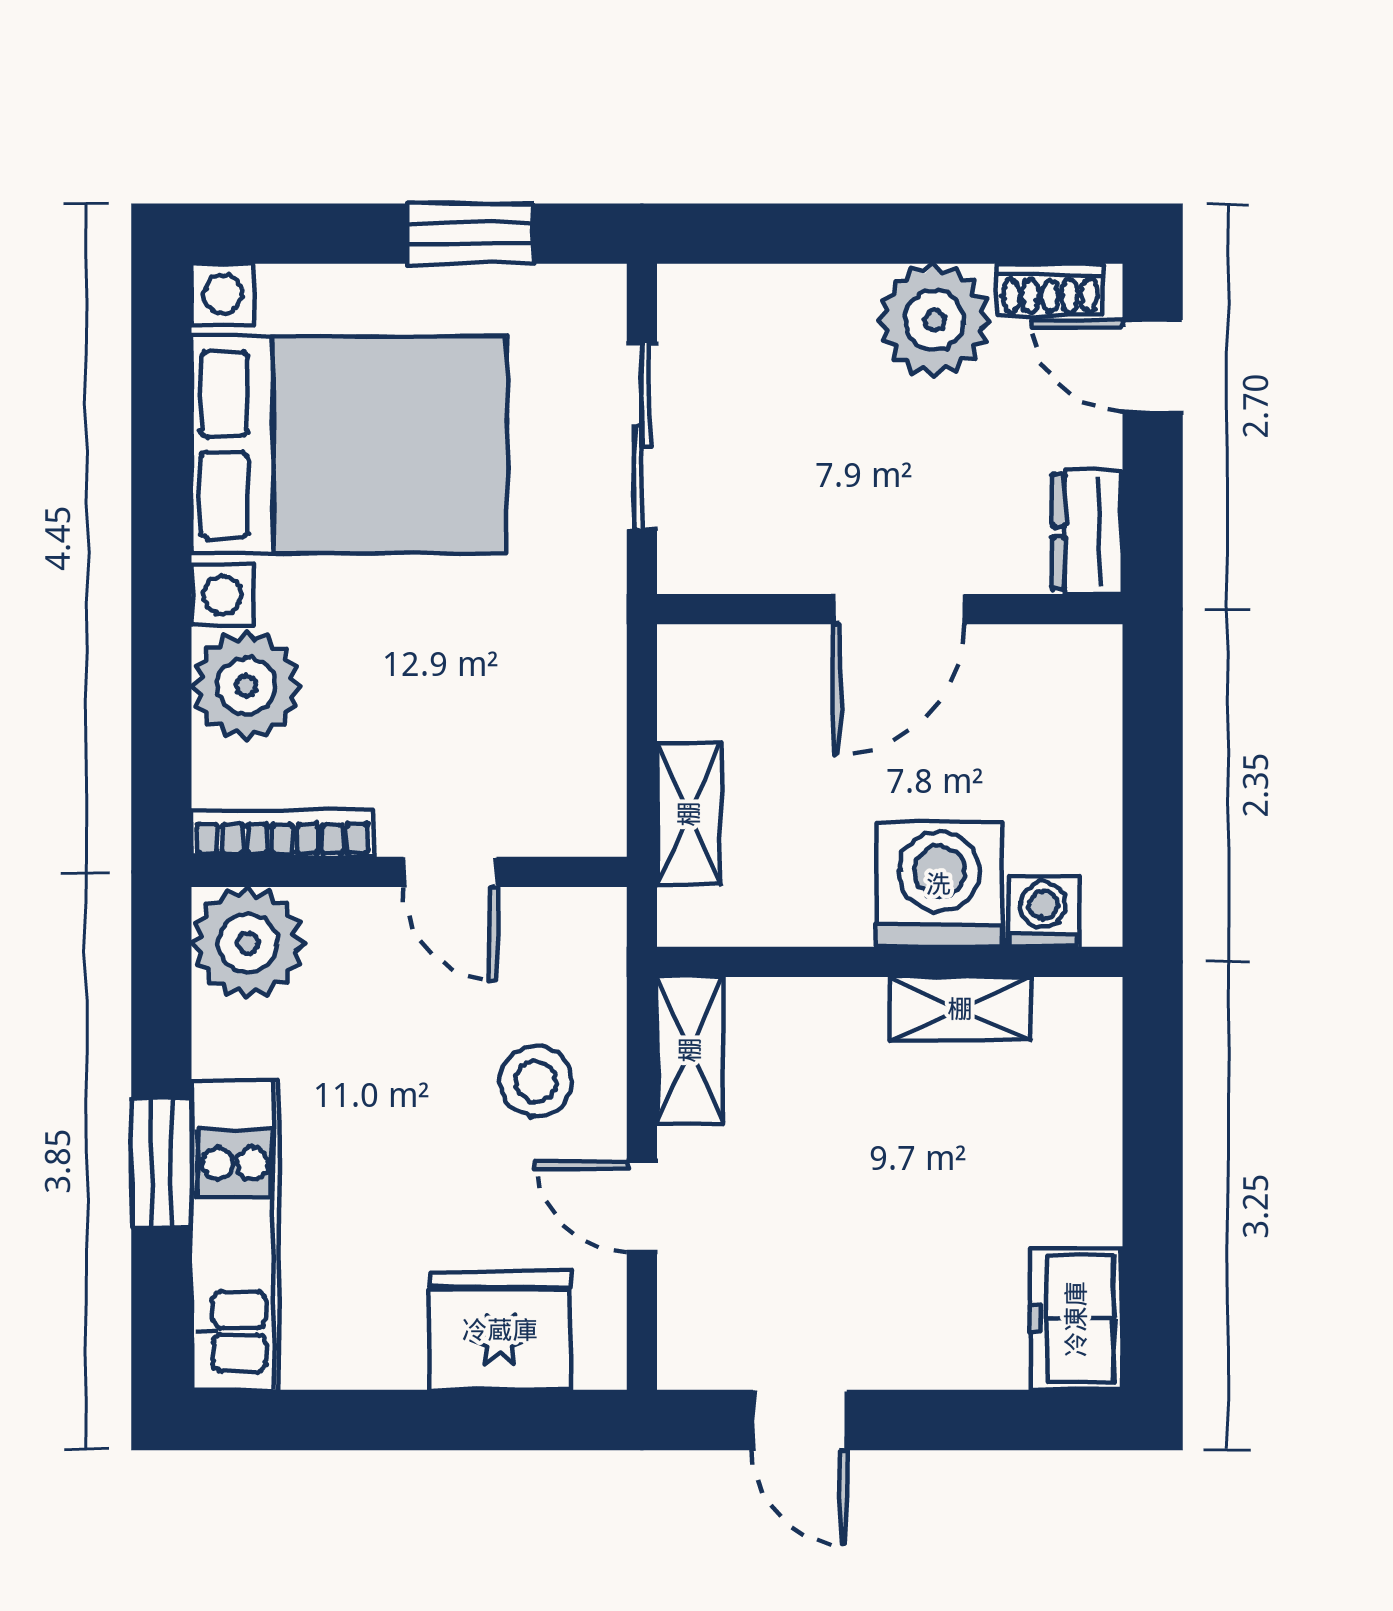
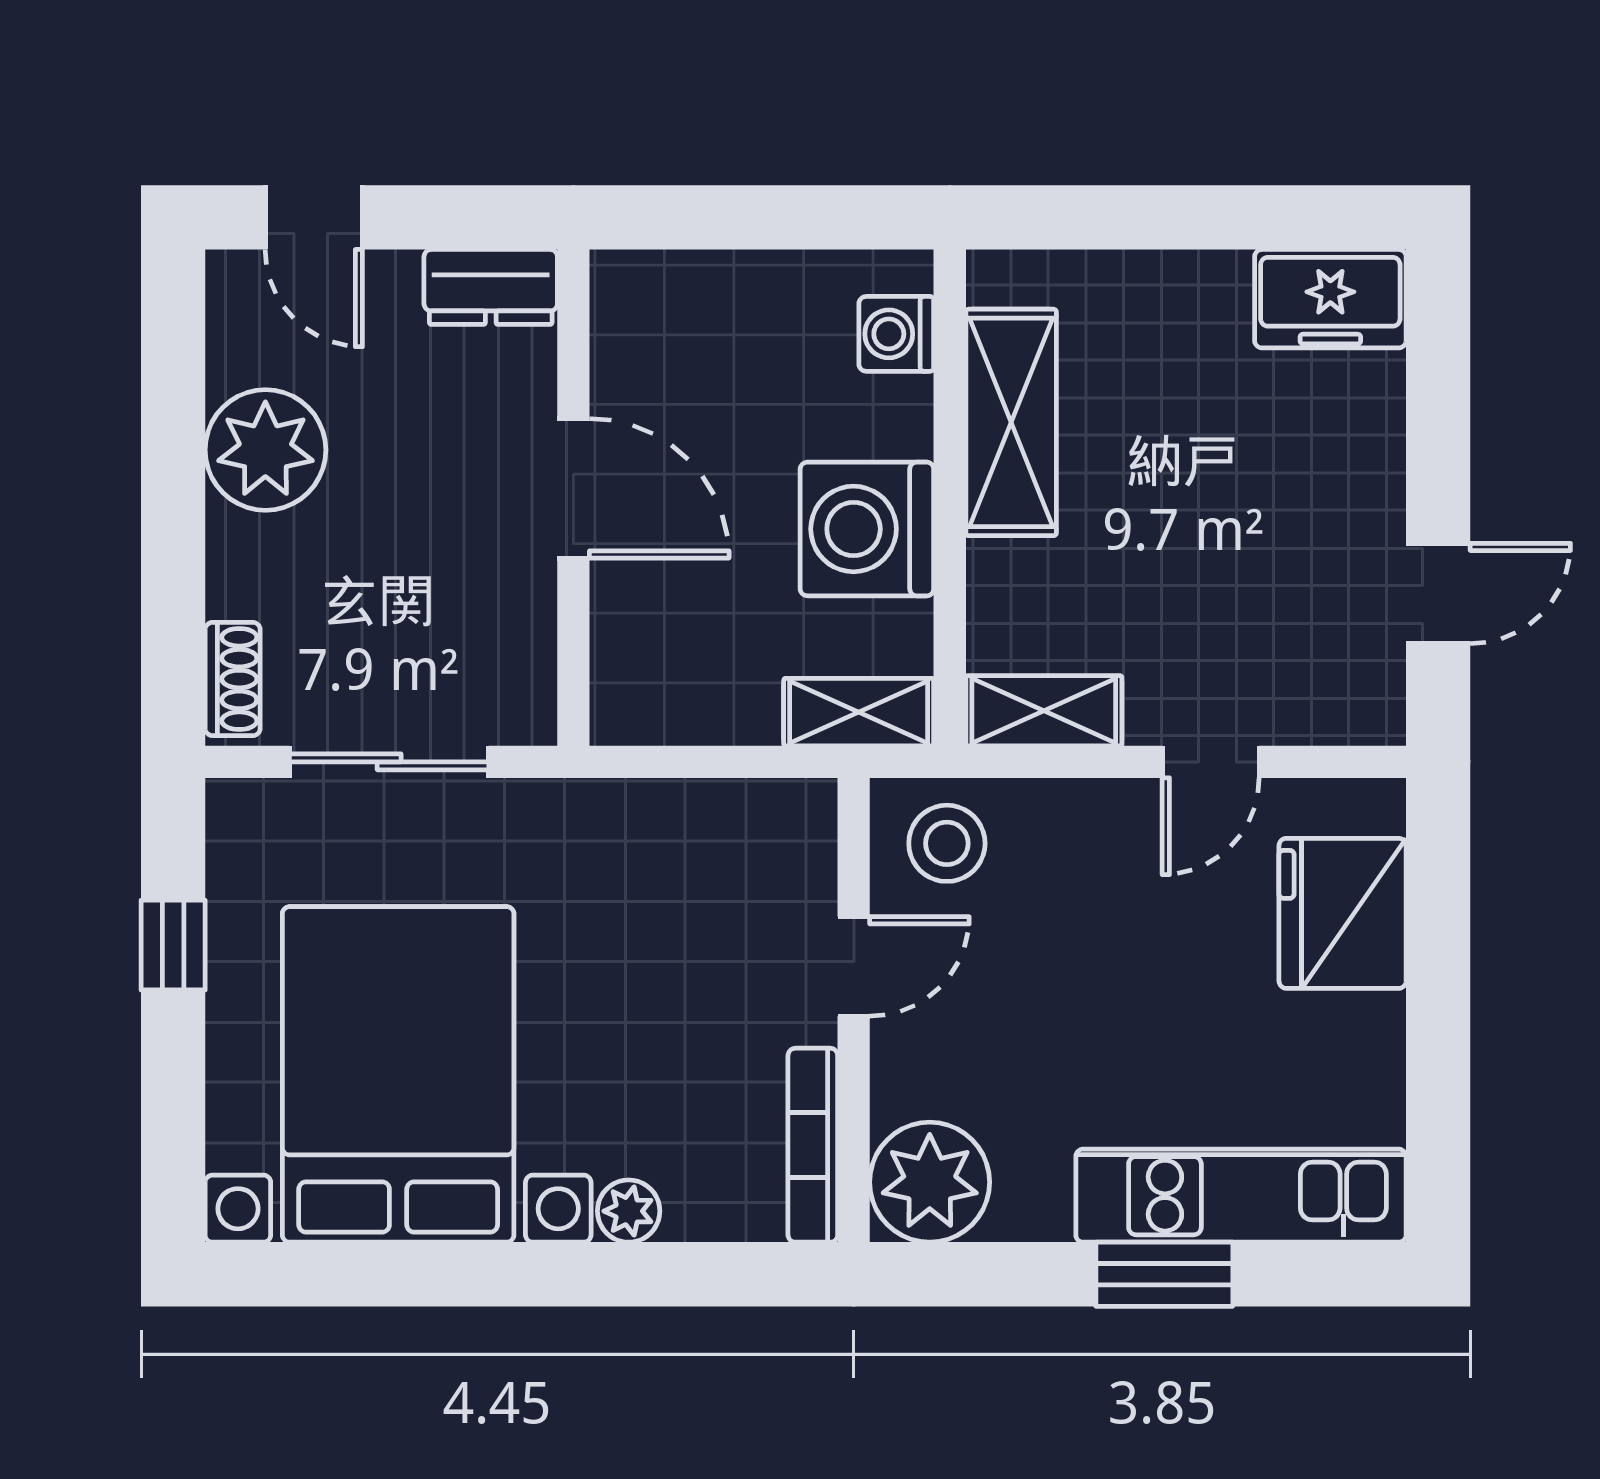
window: (470, 234) -> (173, 945), width x0.67
shoe rack: (1050, 289) -> (233, 679), moved
door: (1153, 366) -> (314, 217), hinge flipped
plant: (246, 686) -> (629, 1211), width x0.53, depth x0.53
shelving: (689, 814) -> (859, 712), moved
washing machine: (939, 884) -> (867, 529), moved
shelving: (960, 1009) -> (1011, 422), width x1.50, depth x1.33
stool: (536, 1081) -> (947, 843), moved

